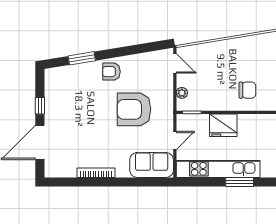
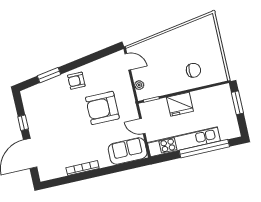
door: (175, 140) -> (142, 126), swing flipped
window: (240, 182) -> (204, 149), width x2.11

